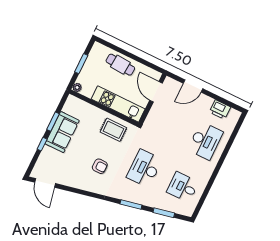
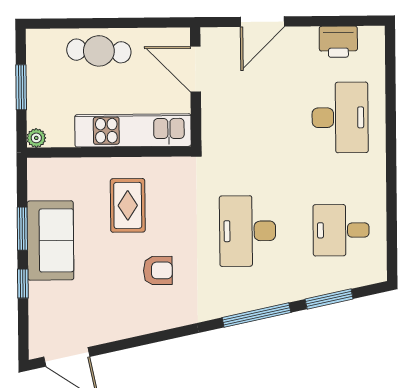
rug: (113, 130) -> (128, 205), moved, turned 90
window: (131, 204) -> (256, 315), width x1.44

